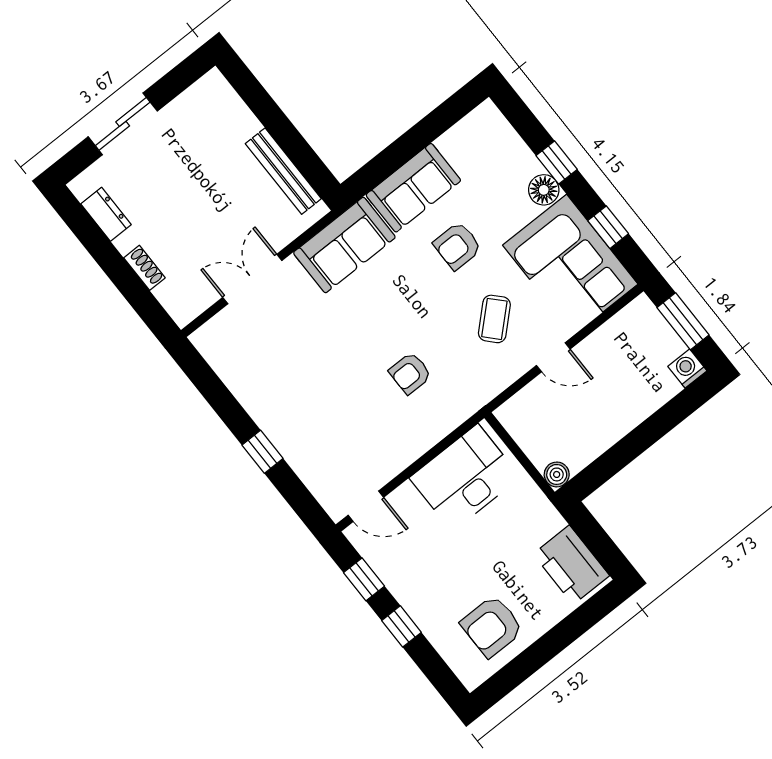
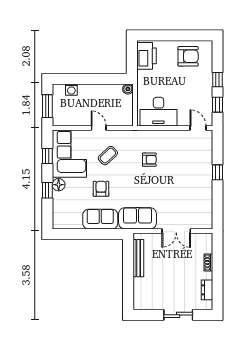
armchair: (457, 246) -> (101, 189), turned -90
washing machine: (687, 369) -> (71, 90), moved

